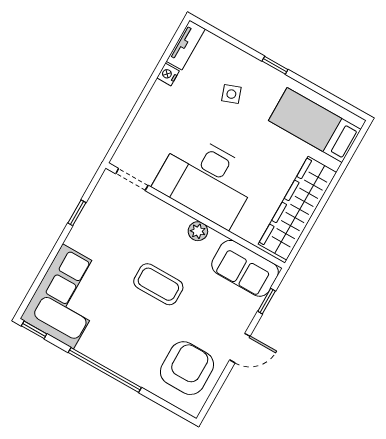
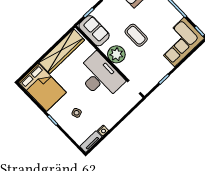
bed: (315, 125) -> (42, 87), width x1.50
plant: (198, 231) -> (116, 54), width x1.88, depth x1.88

